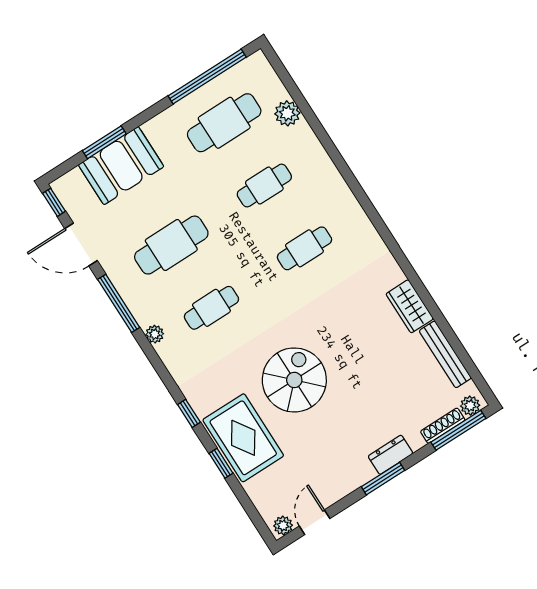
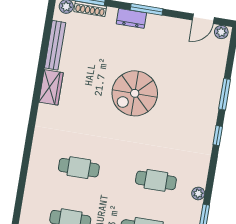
spiral stairs: (294, 380) -> (135, 93), moved
rug: (243, 438) -> (201, 97), removed
window: (221, 463) -> (225, 94), width x1.50

